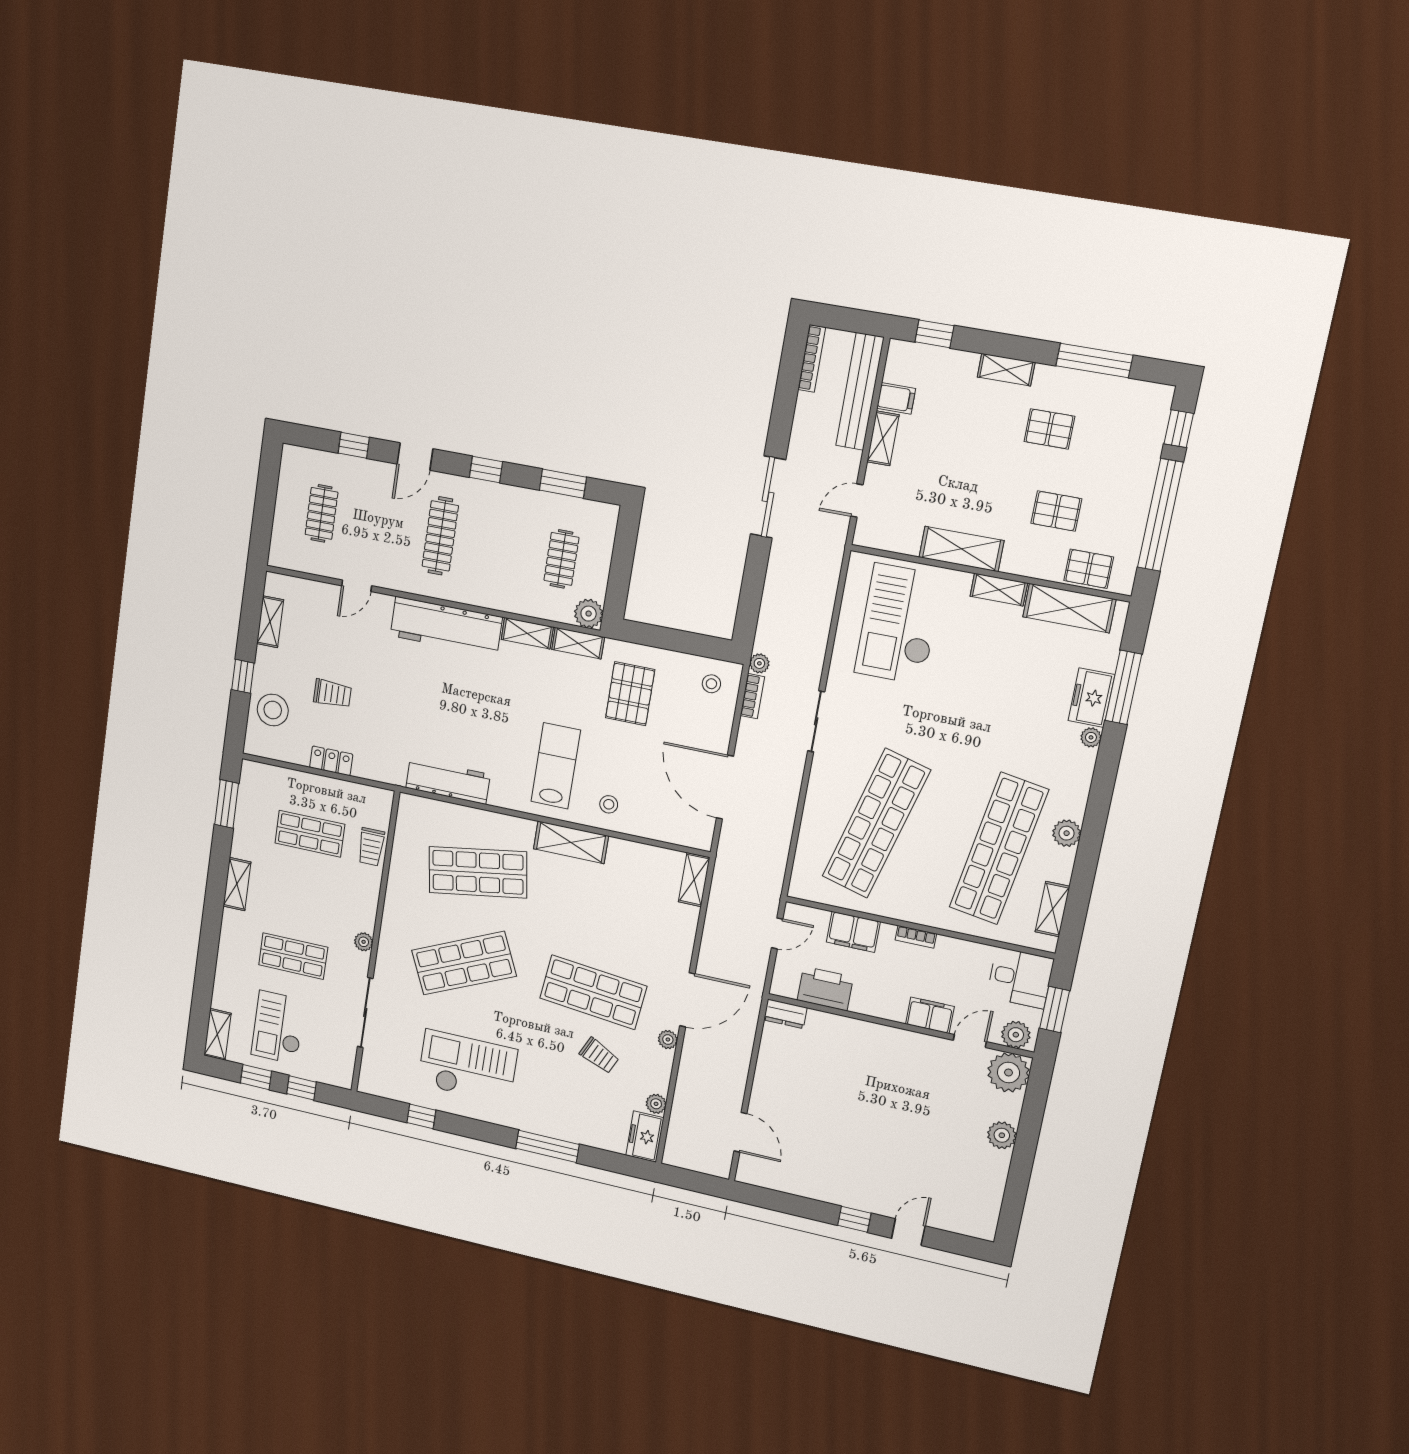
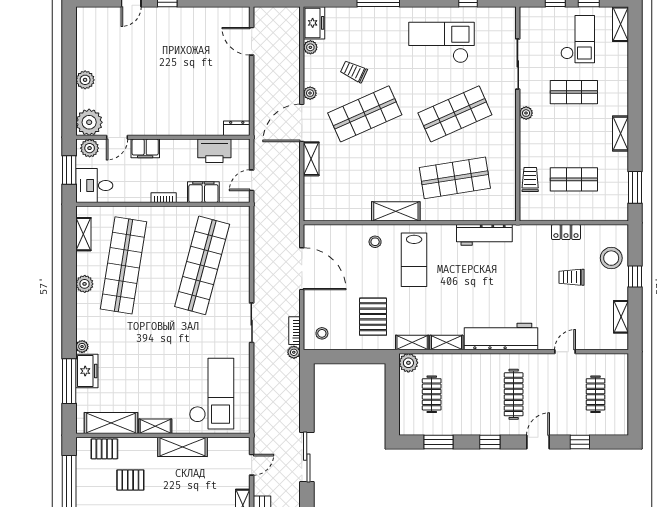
shelving: (694, 880) -> (311, 159), moved
shop shelf: (593, 992) -> (365, 114), turned -30
checkout: (467, 1067) -> (441, 42), turned 180

